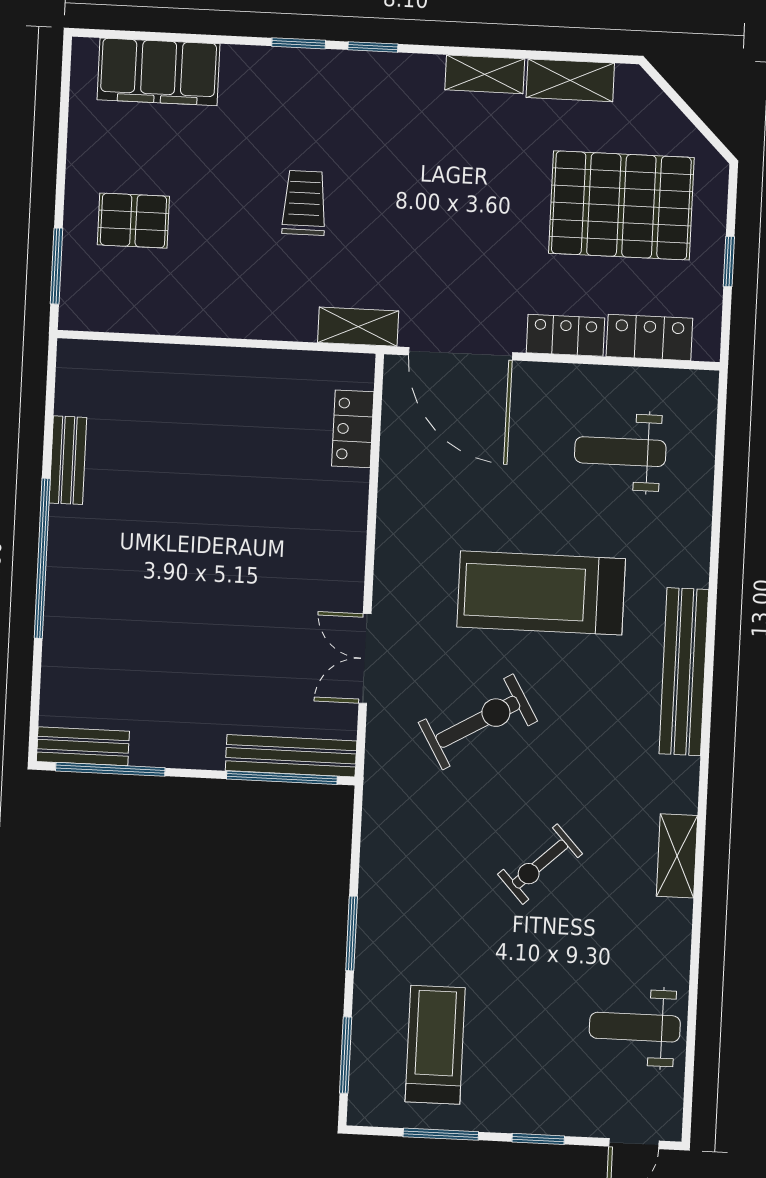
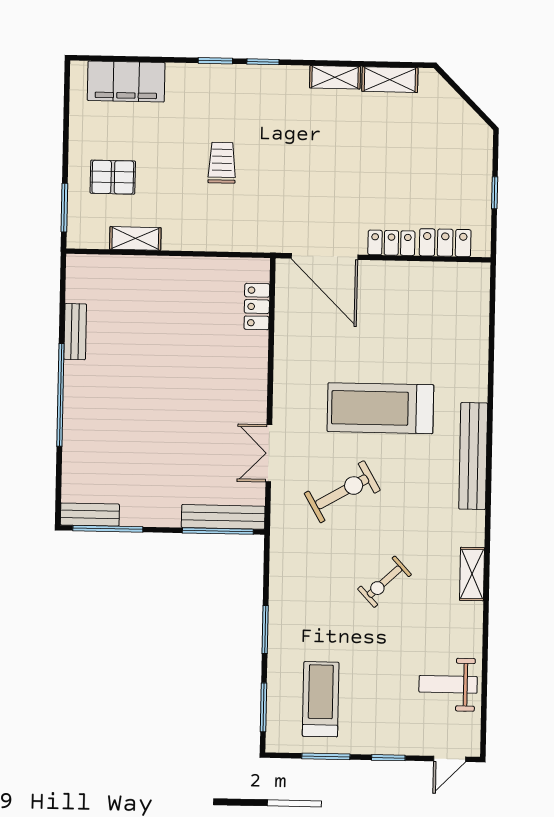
pallet: (621, 205) -> (425, 159), removed
shelving: (358, 327) -> (135, 238), moved
weight bench: (620, 452) -> (429, 316), removed

